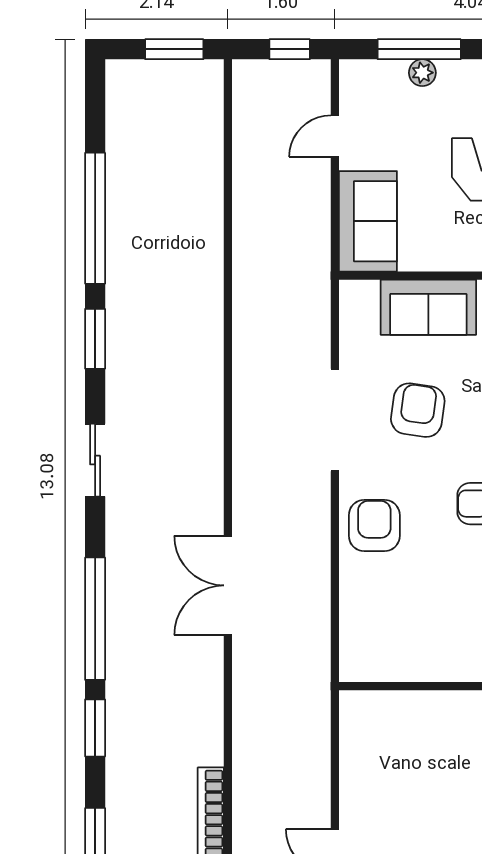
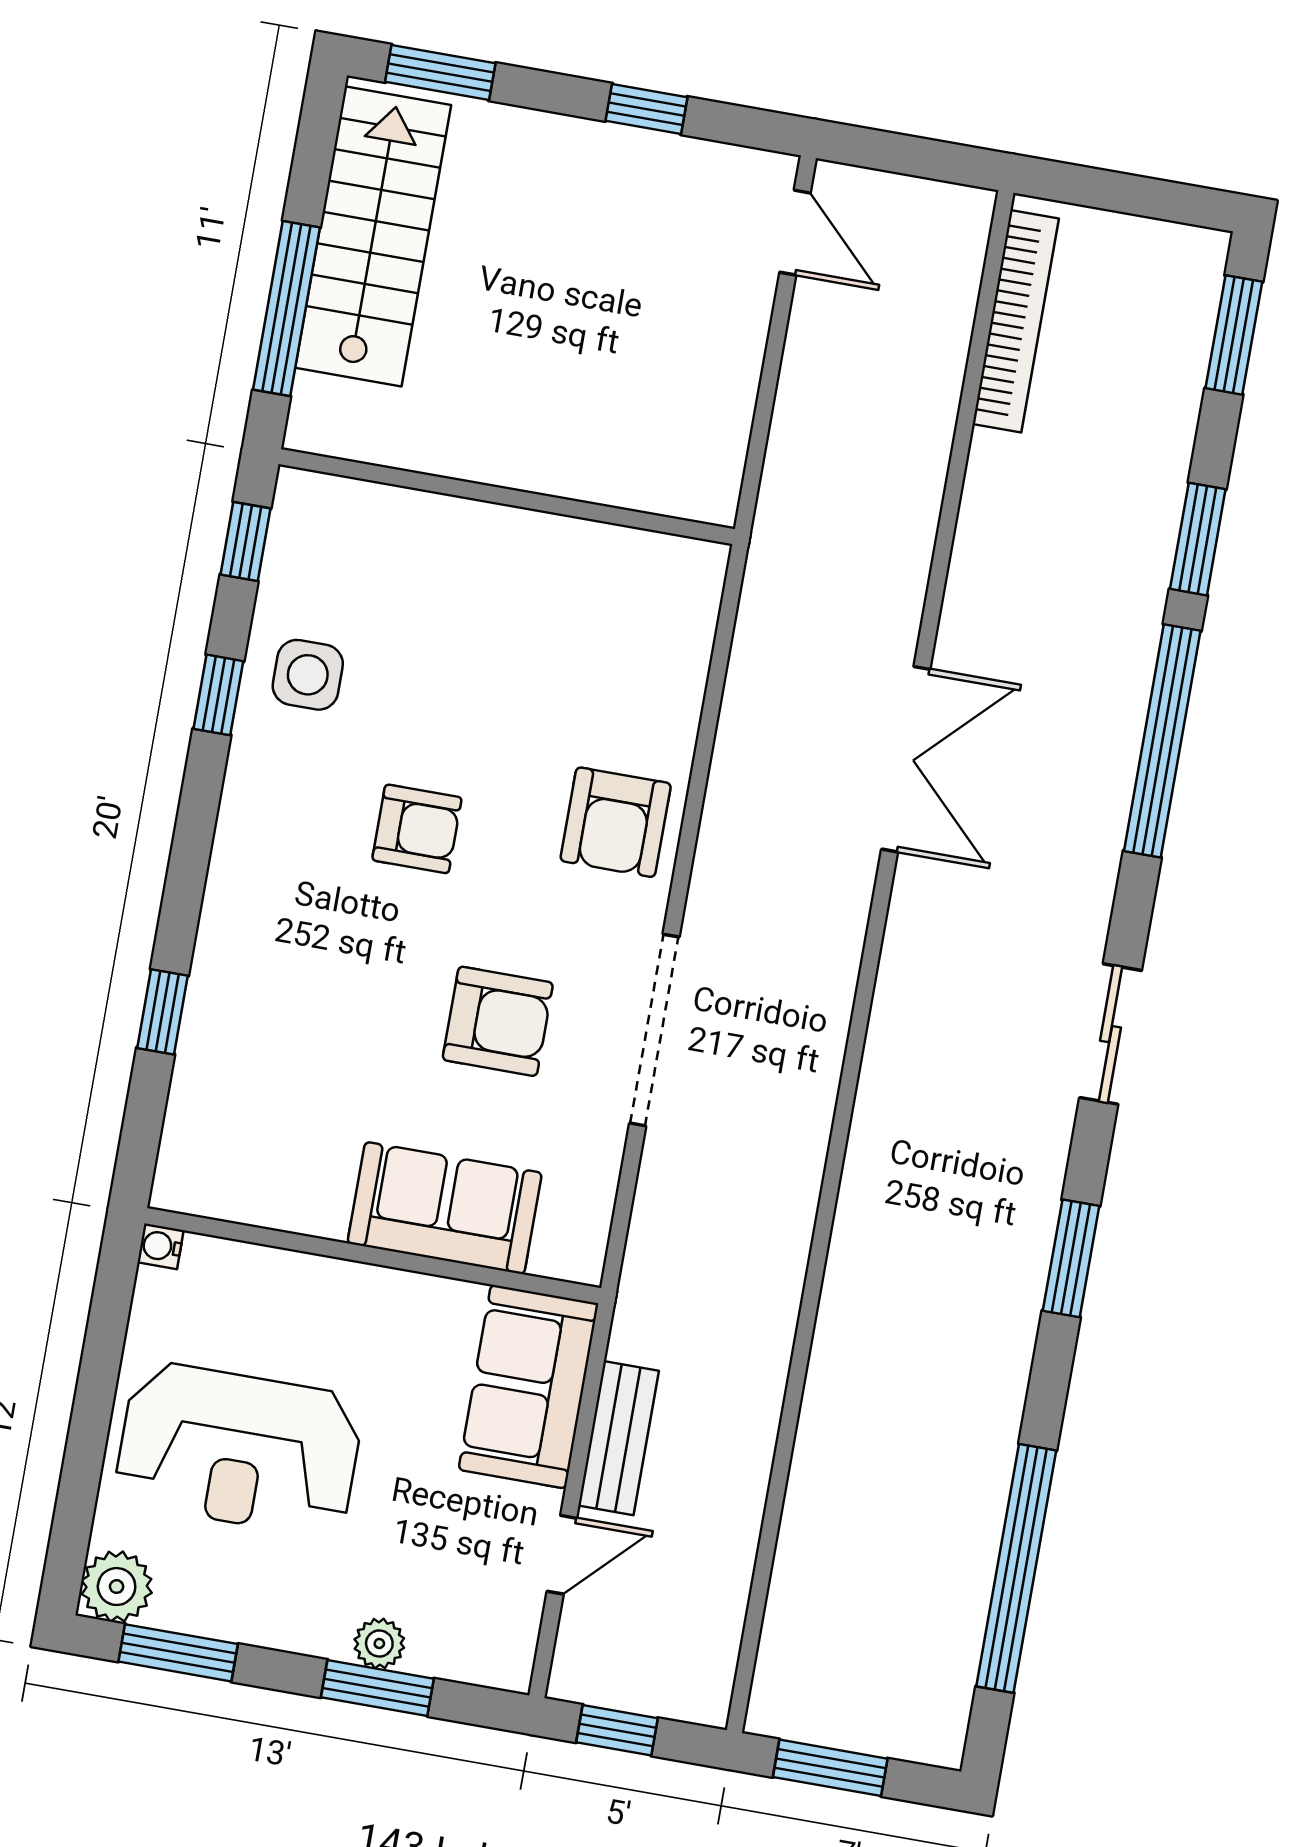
window: (419, 49) -> (377, 1688), width x0.69
bench: (316, 203) -> (619, 1438), added
window: (95, 218) -> (1016, 1568), moved
armchair: (418, 410) -> (498, 1021), turned -98

